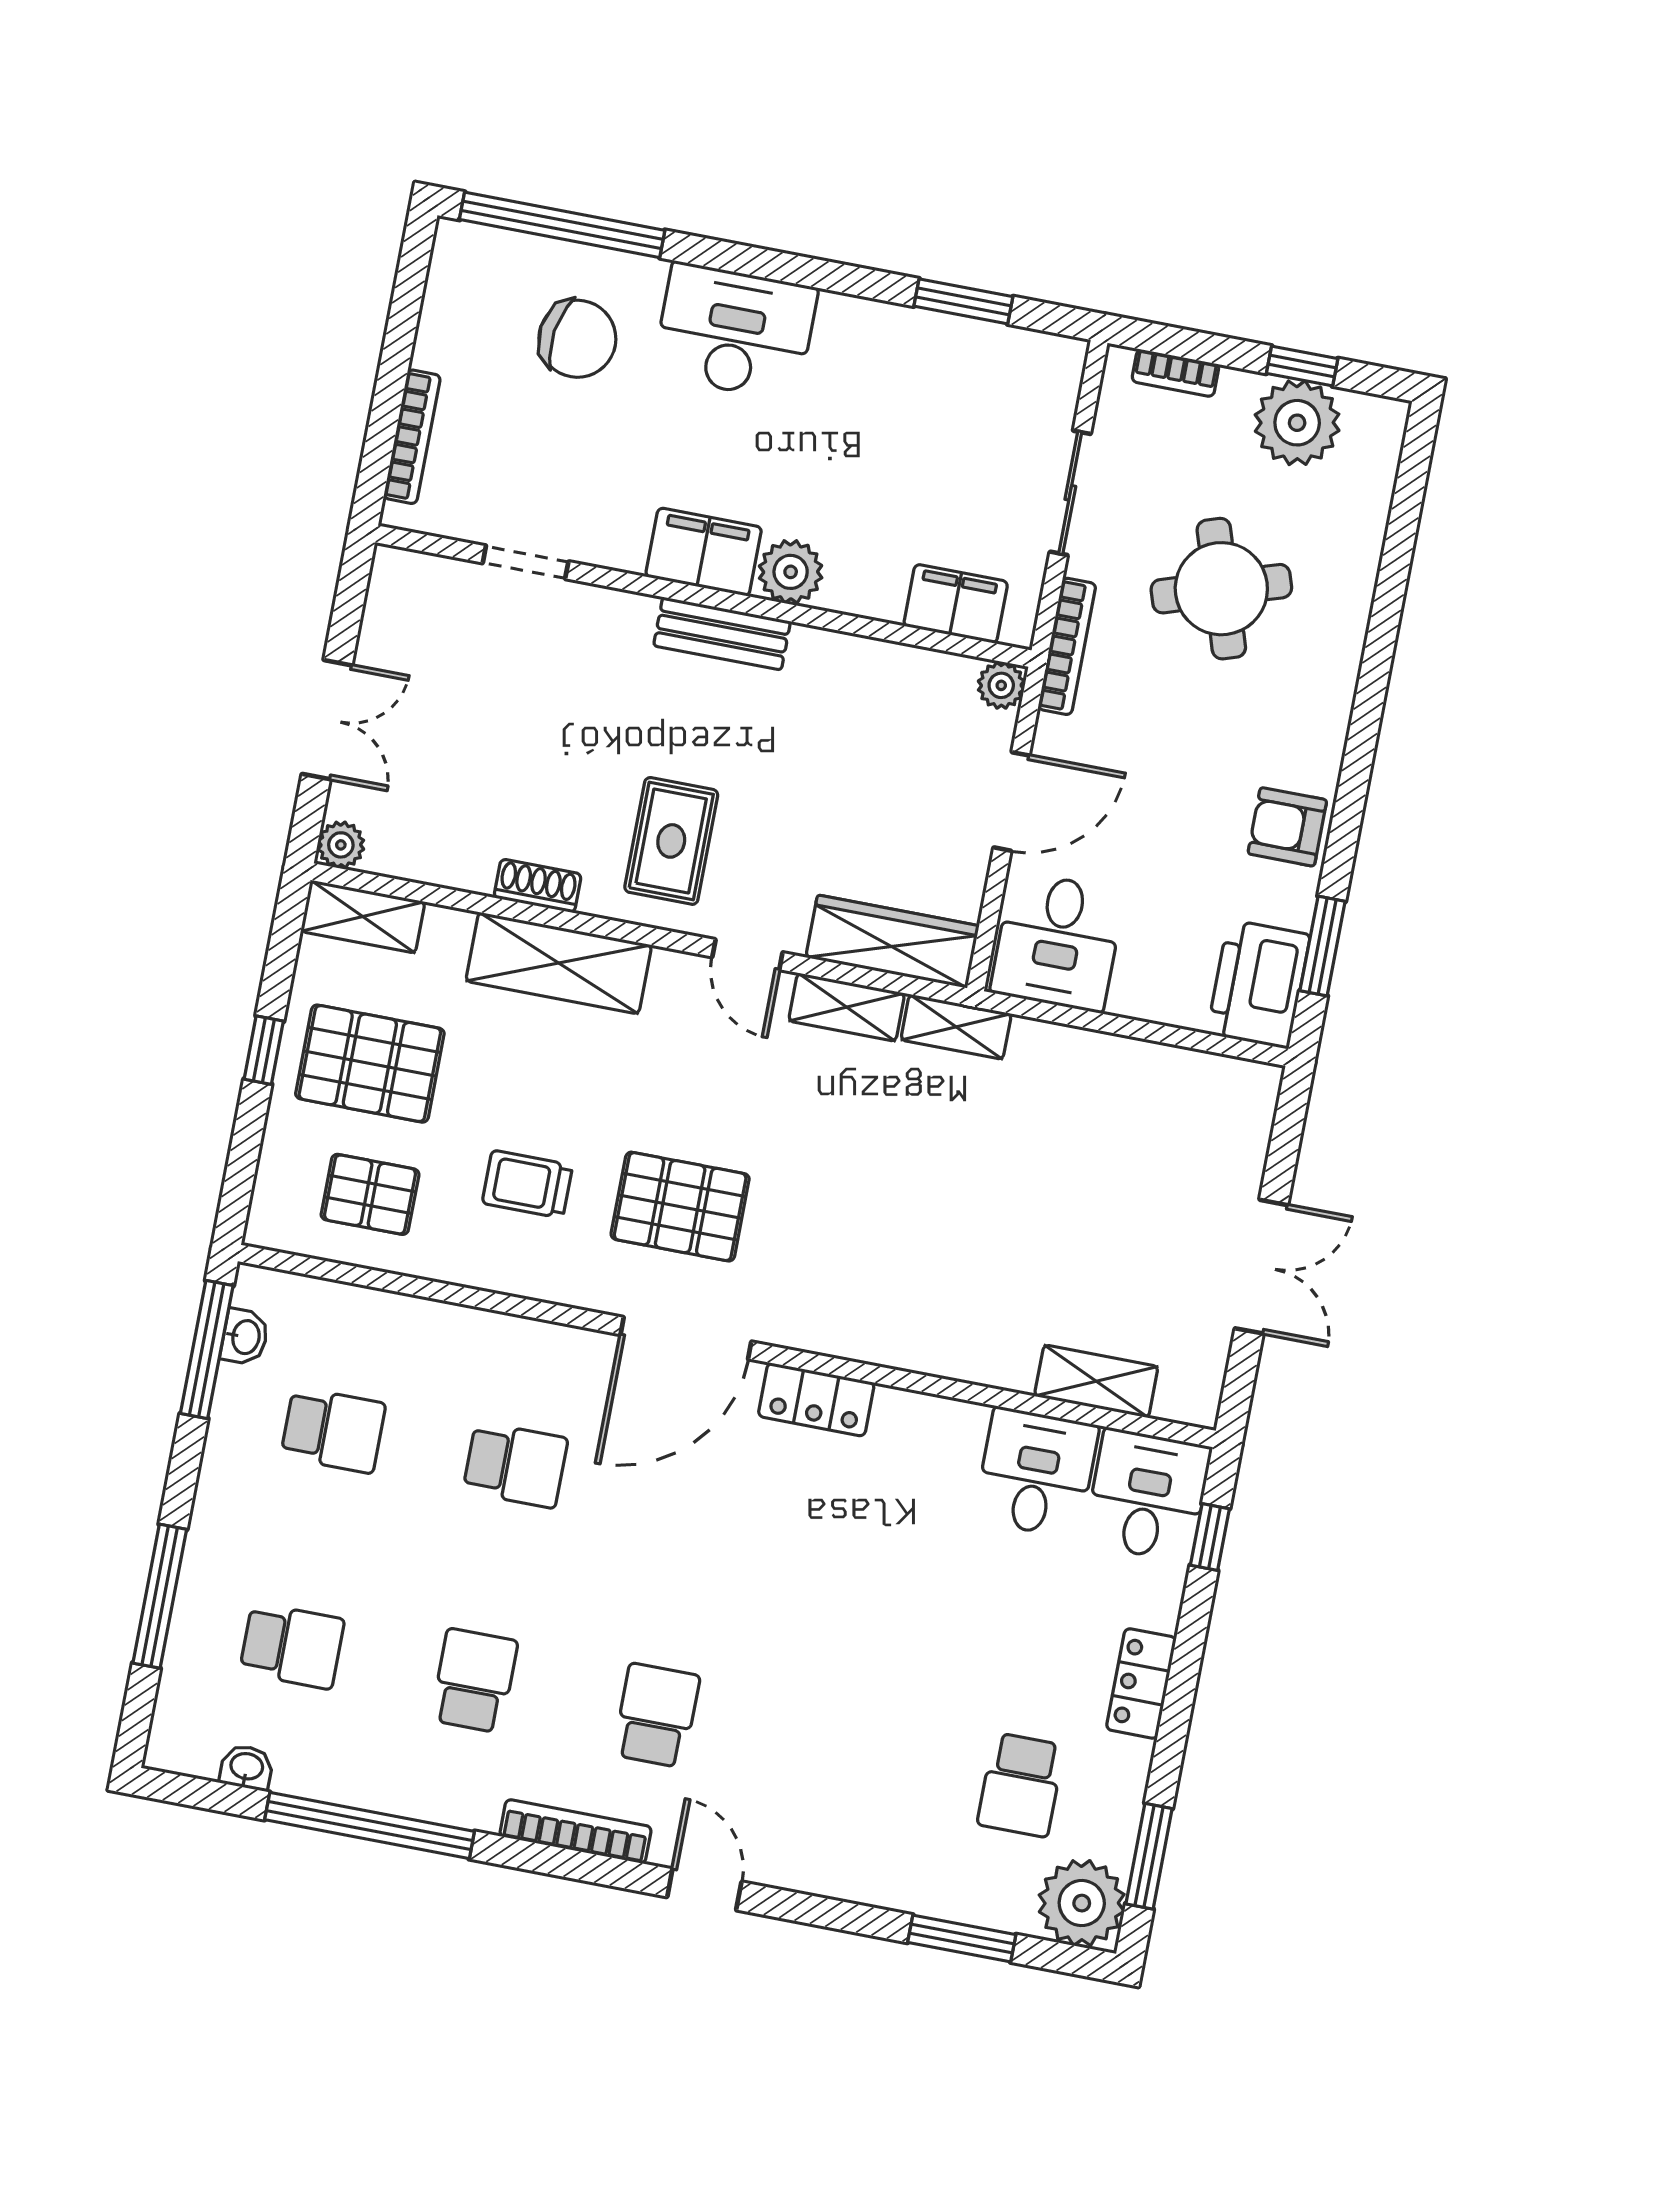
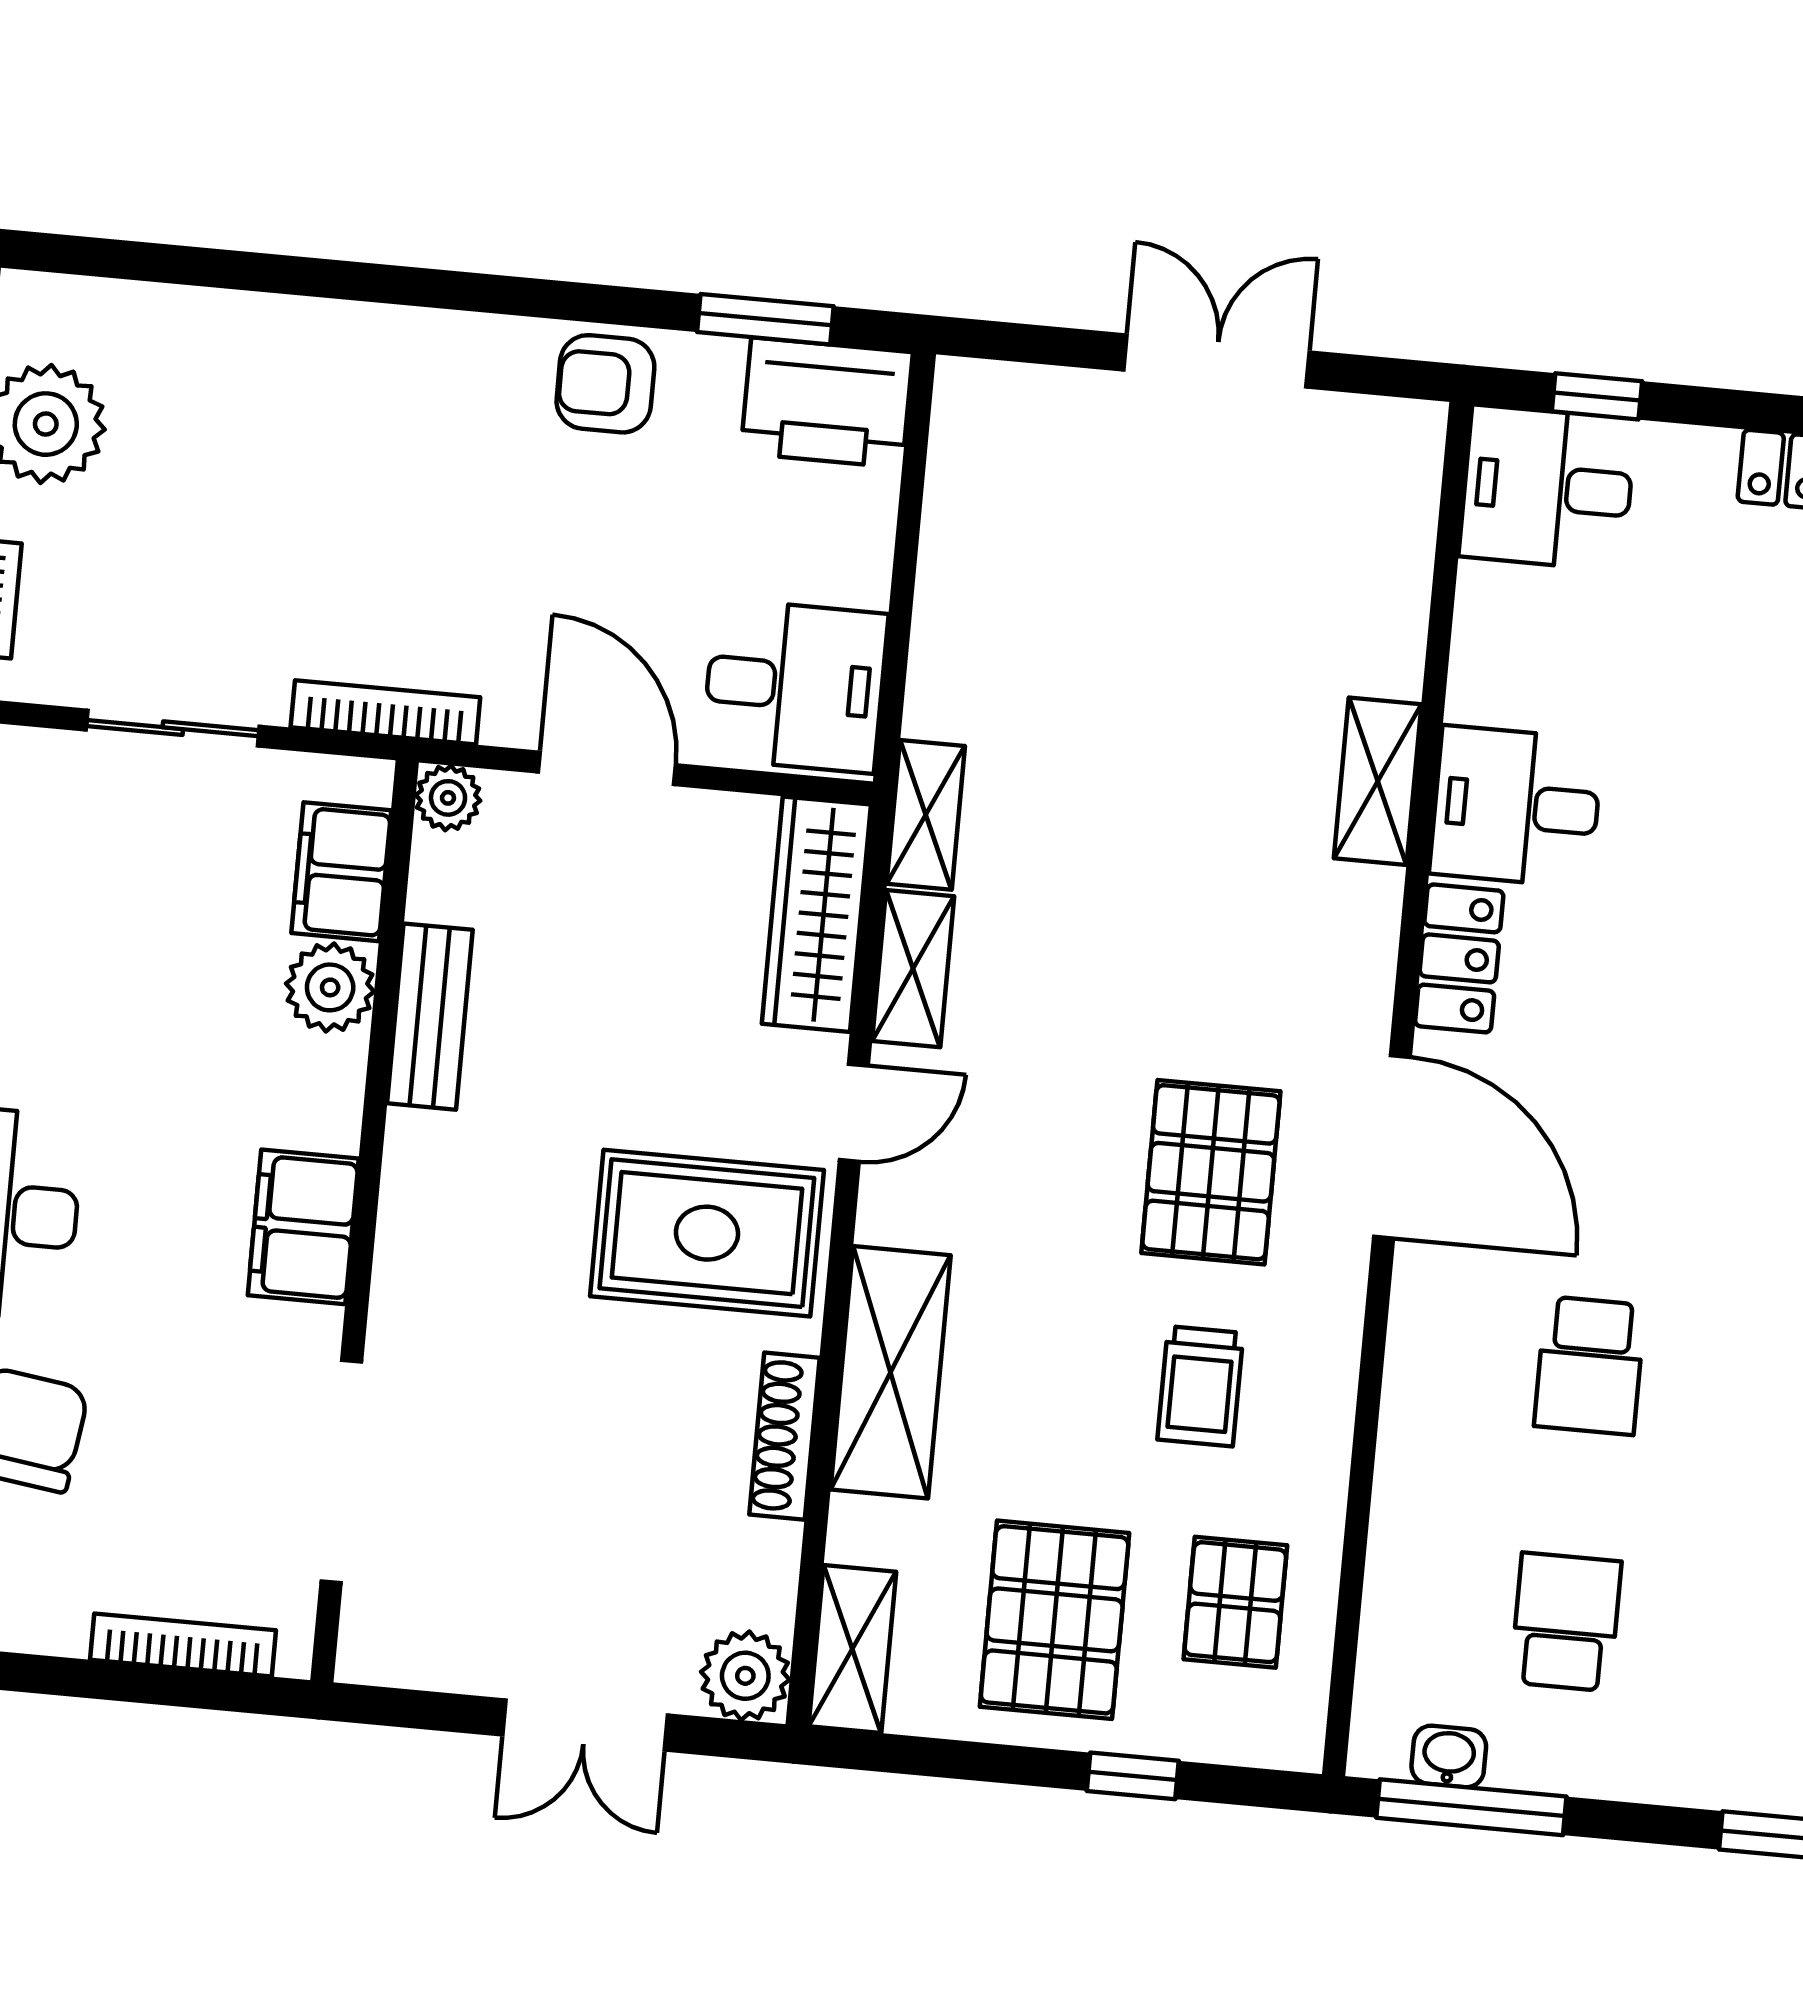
doorway: (526, 562) -> (341, 1471), width x1.87
plant: (791, 572) -> (330, 987), moved
round table: (1221, 589) -> (285, 507), removed
bench: (722, 634) -> (430, 1017), moved
double door: (327, 720) -> (585, 1725), swing flipped
armchair: (1287, 827) -> (605, 384), turned 90
rug: (671, 841) -> (707, 1233), width x1.36, depth x1.43
plant: (341, 845) -> (745, 1676), width x1.38, depth x1.38
shoe rack: (538, 886) -> (784, 1436), width x1.43
window: (264, 1050) -> (1133, 1776), moved
shelving: (1096, 1381) -> (1378, 781), moved
school desk: (515, 1465) -> (1590, 1366), turned 180
desk: (1036, 1473) -> (1516, 807), moved

